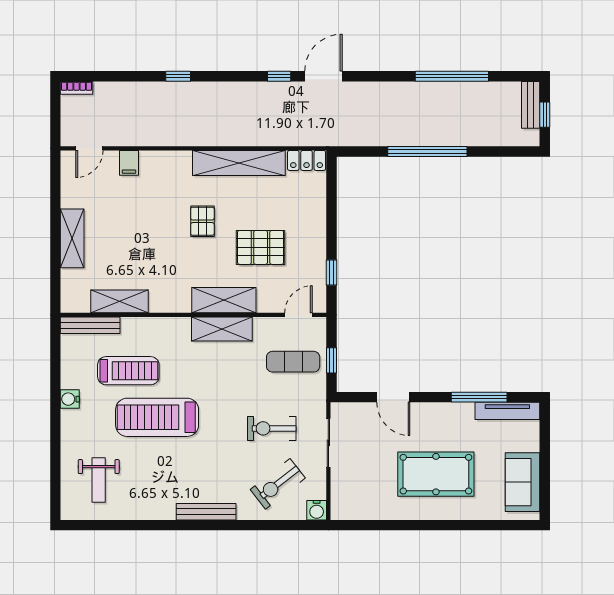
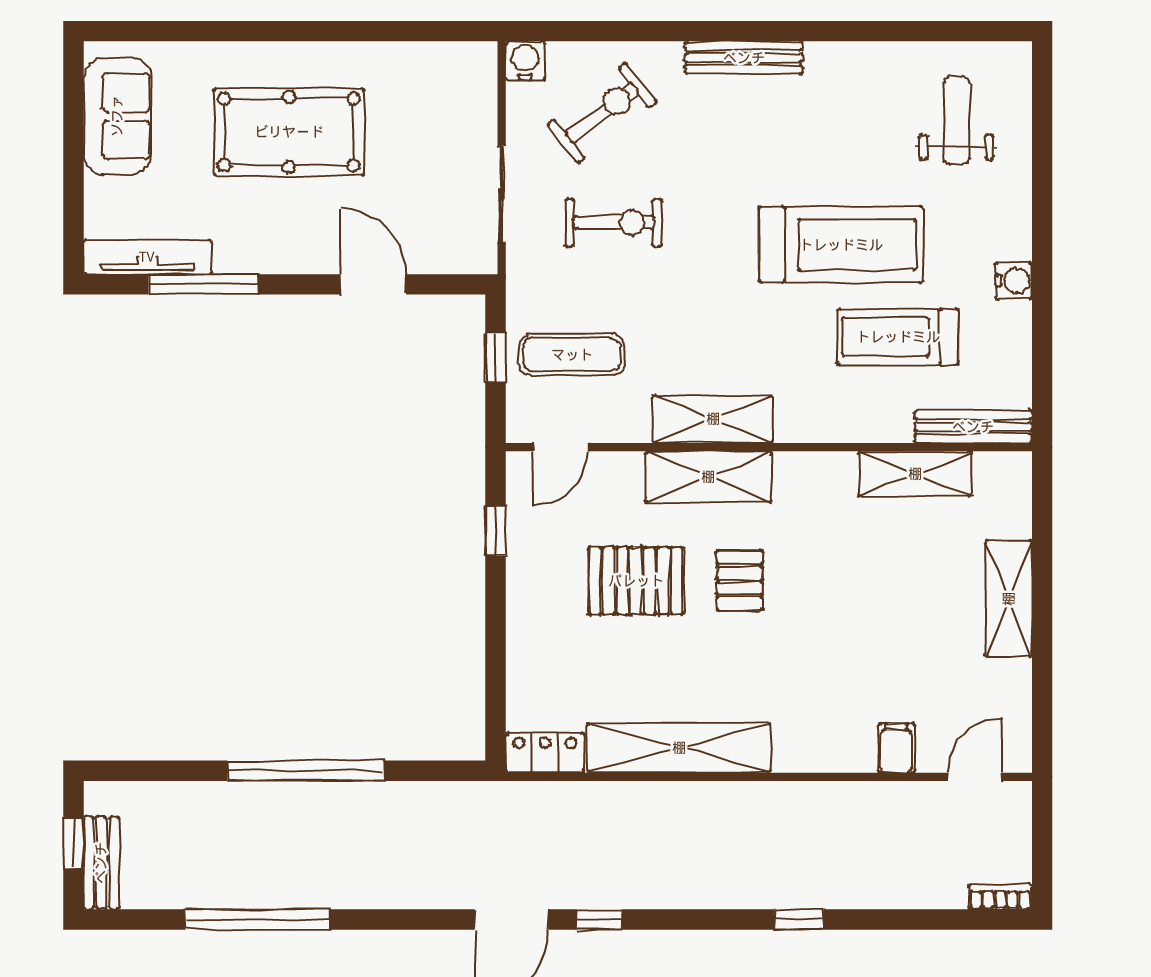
pallet: (202, 221) -> (740, 581), moved

